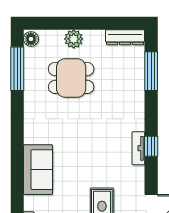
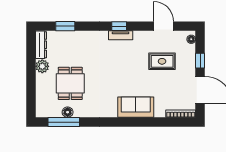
floor lamp: (31, 39) -> (68, 112), moved
plant: (74, 39) -> (42, 66), moved
window: (151, 71) -> (65, 26), width x0.69

